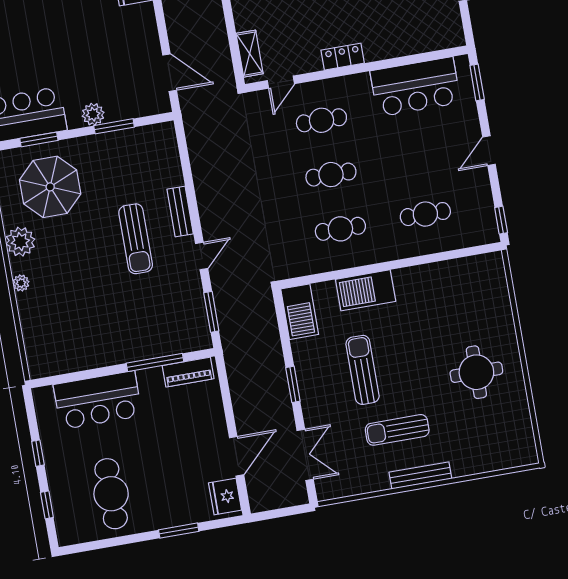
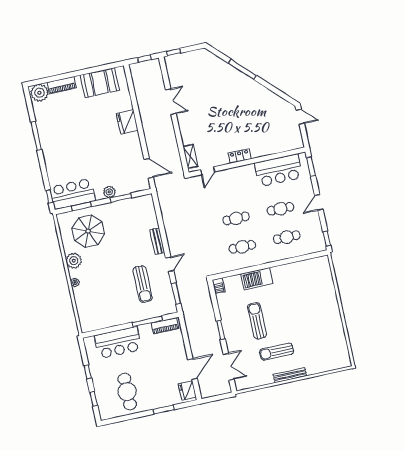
cafe table: (321, 120) -> (280, 209), moved
sun lounger: (136, 239) -> (143, 284), moved
barbecue: (300, 312) -> (219, 286), width x0.53, depth x0.65
round table: (476, 372) -> (317, 319), removed

